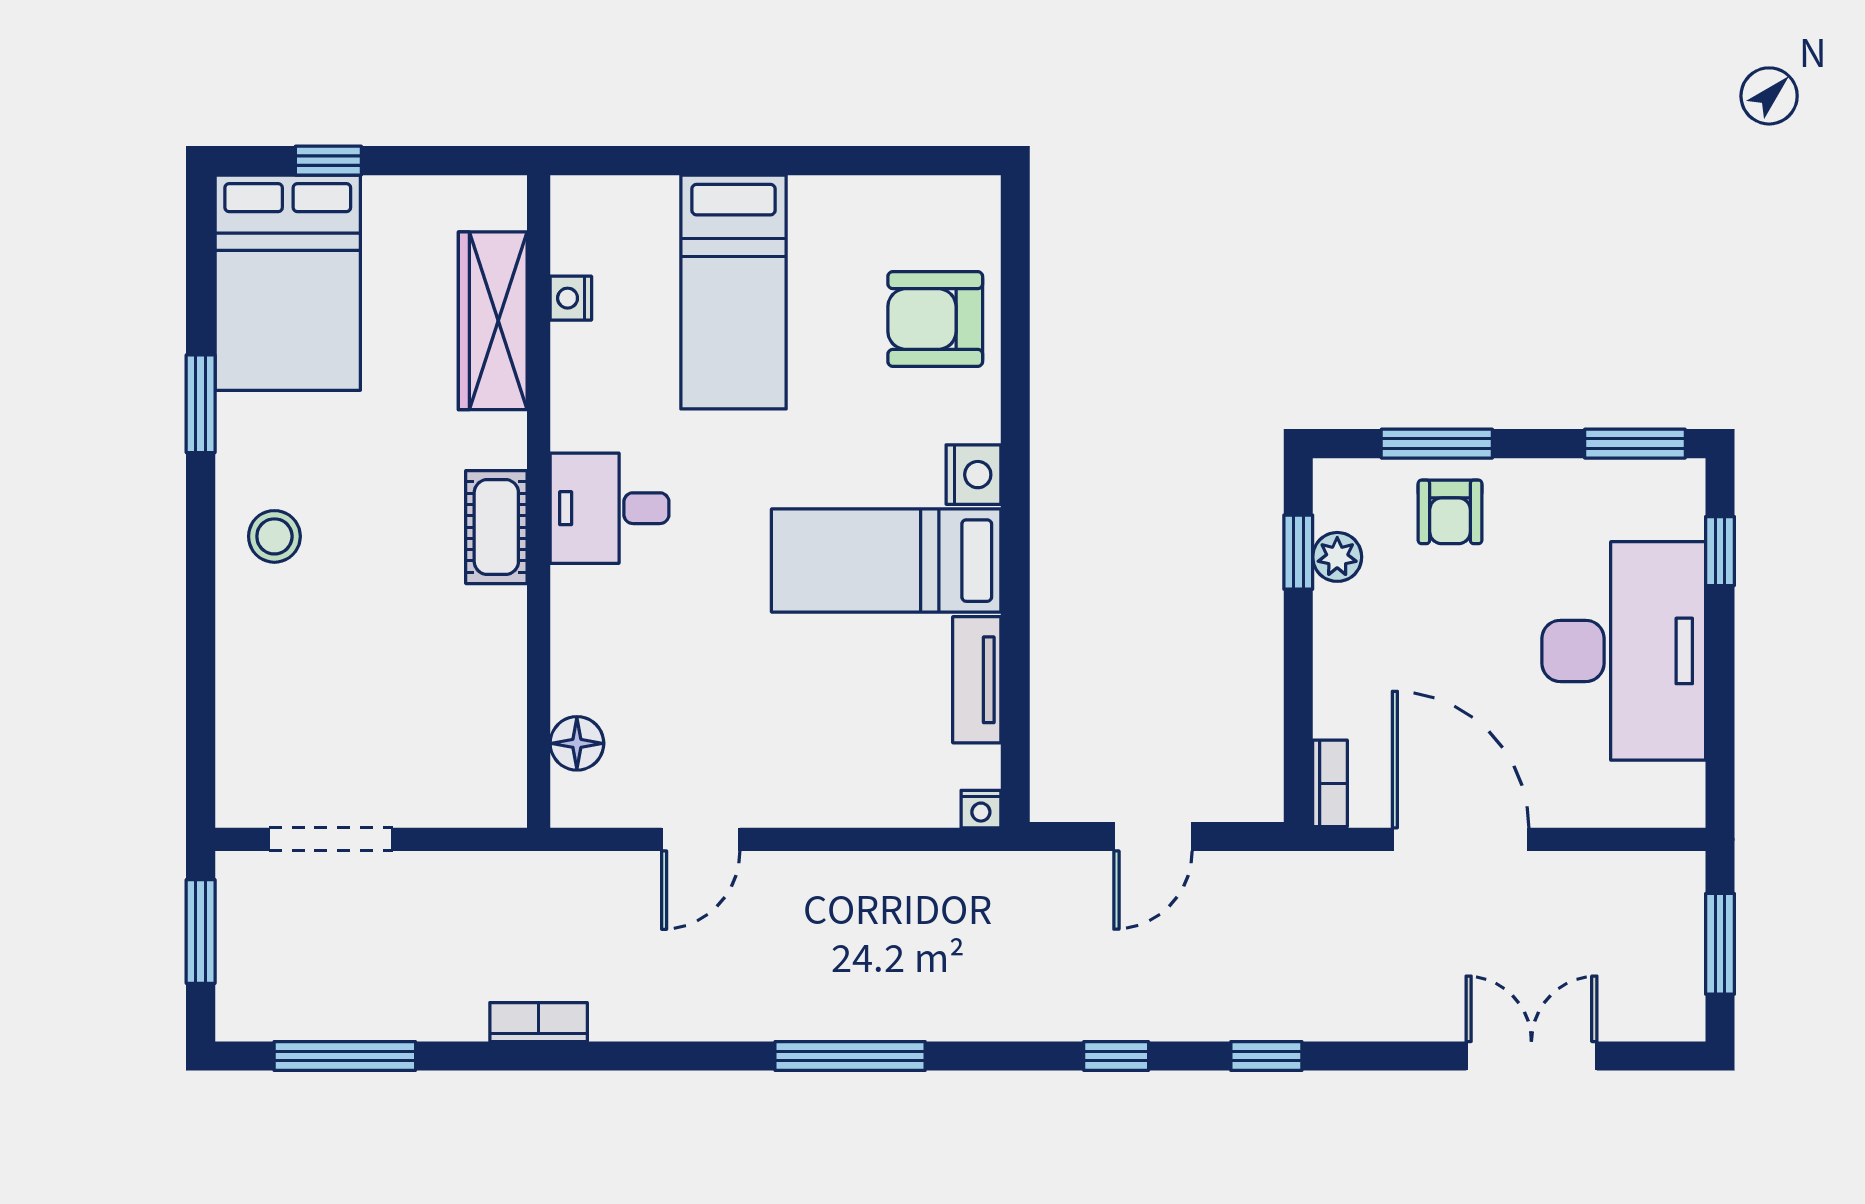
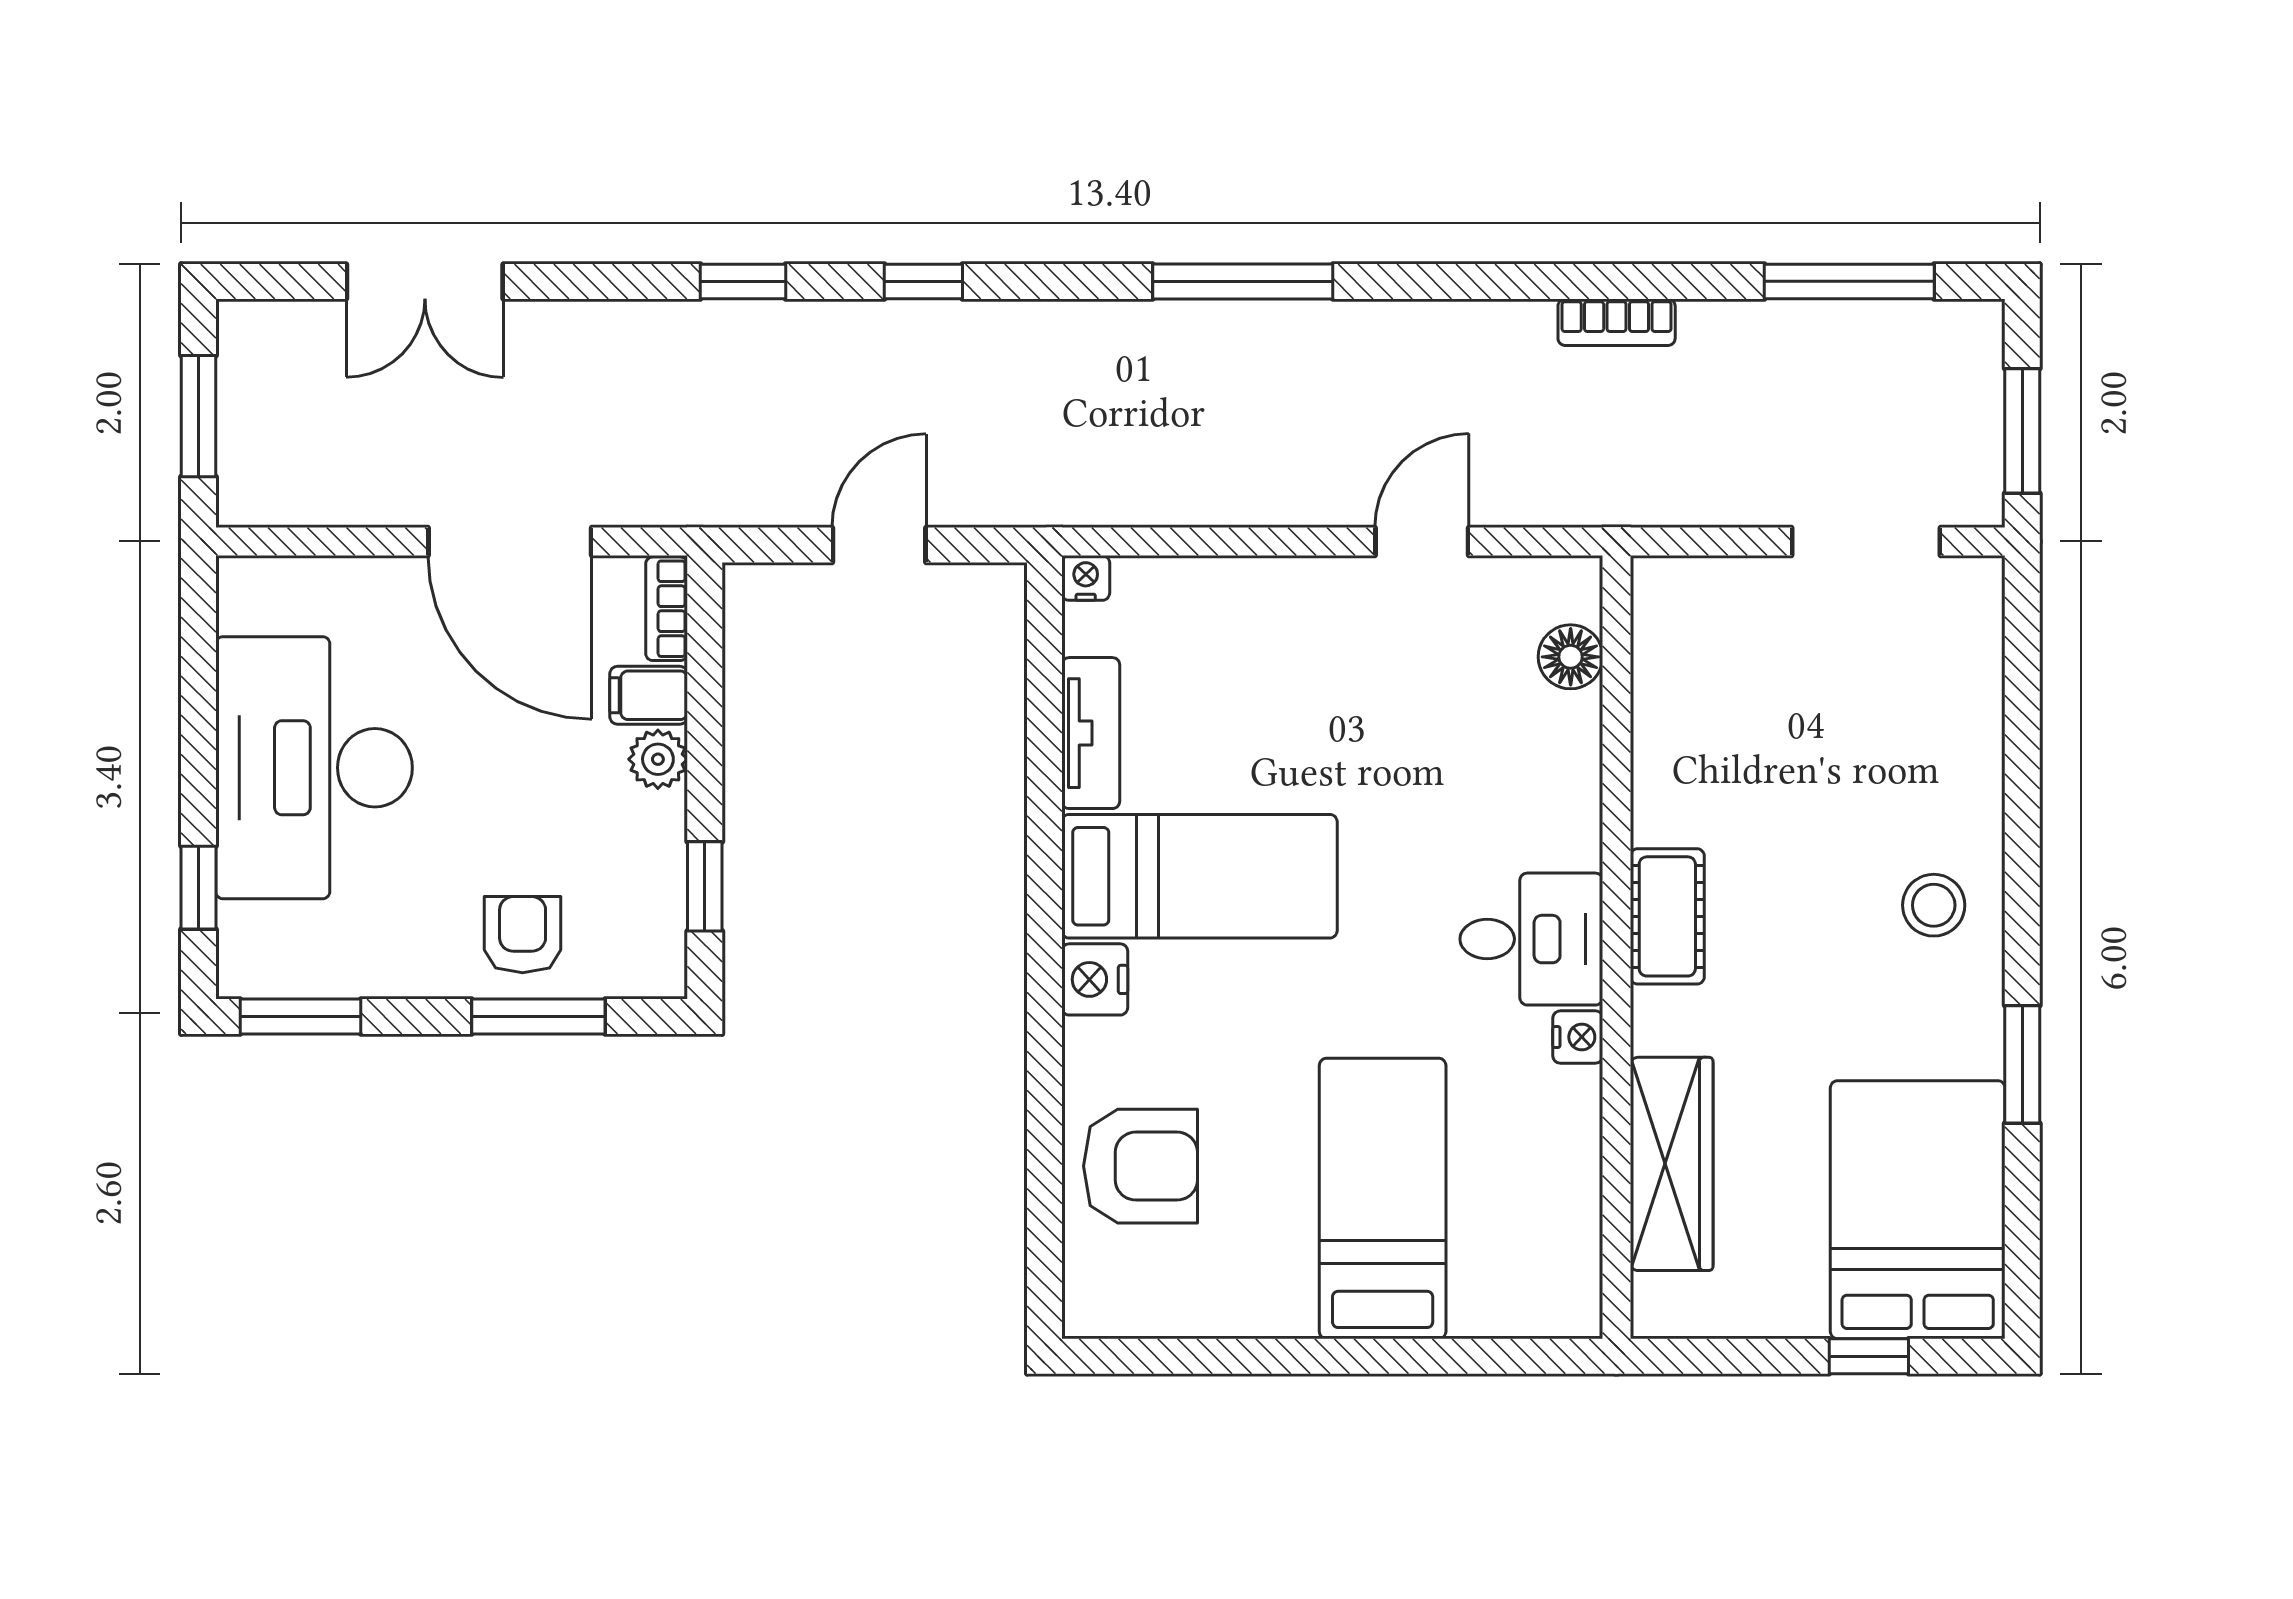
nightstand: (571, 298) -> (1578, 1037), moved
plant: (1337, 557) -> (658, 759), moved
filing cabinet: (1345, 711) -> (649, 695), added

